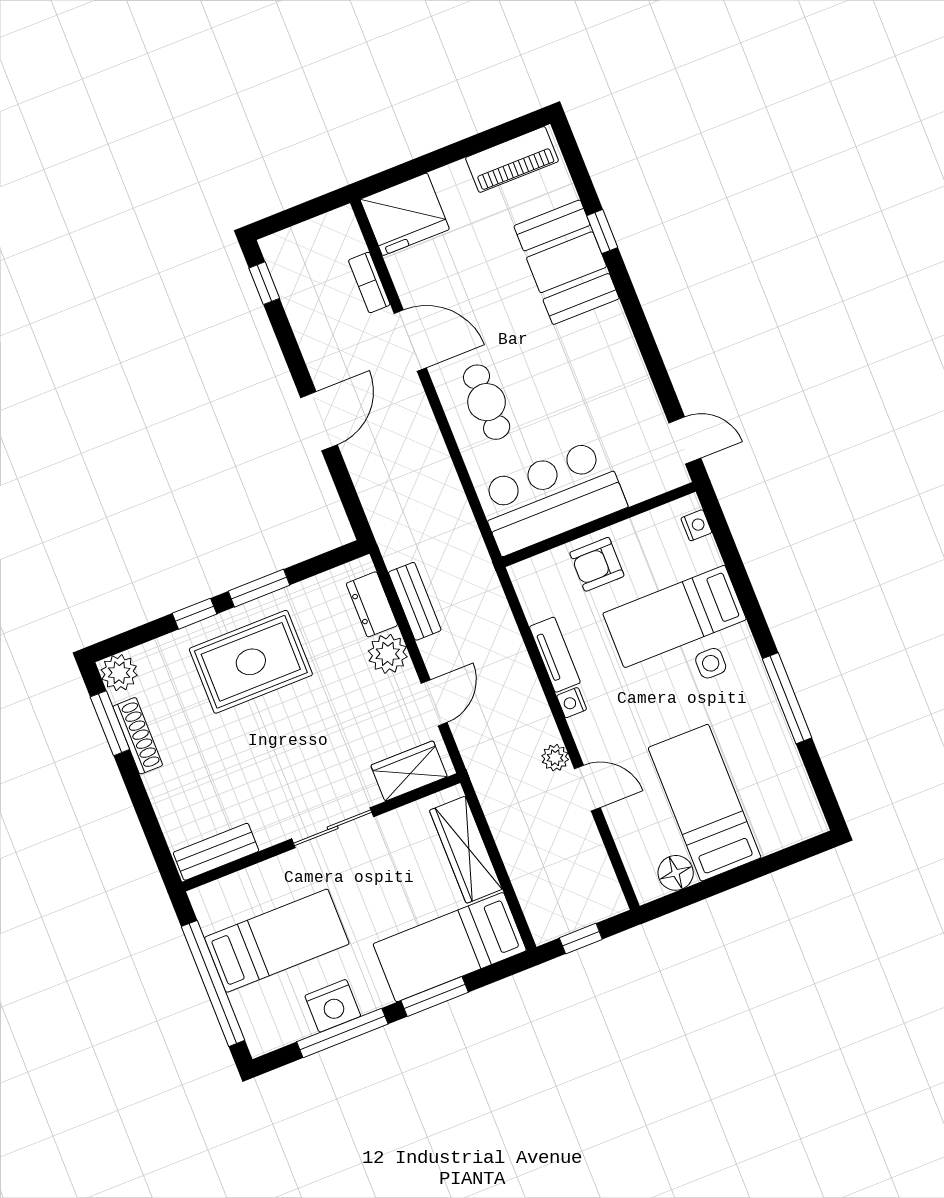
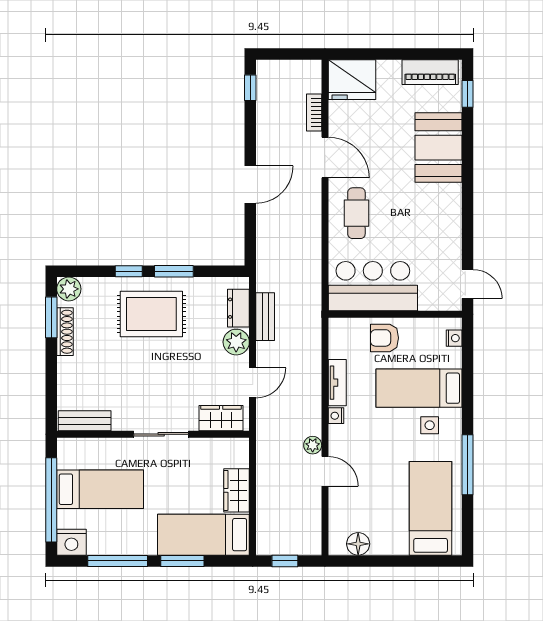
window: (602, 232) -> (468, 94), moved
bed: (705, 803) -> (431, 508), moved
wardrobe: (466, 850) -> (236, 490), width x0.67
nightstand: (333, 1006) -> (71, 542), moved

